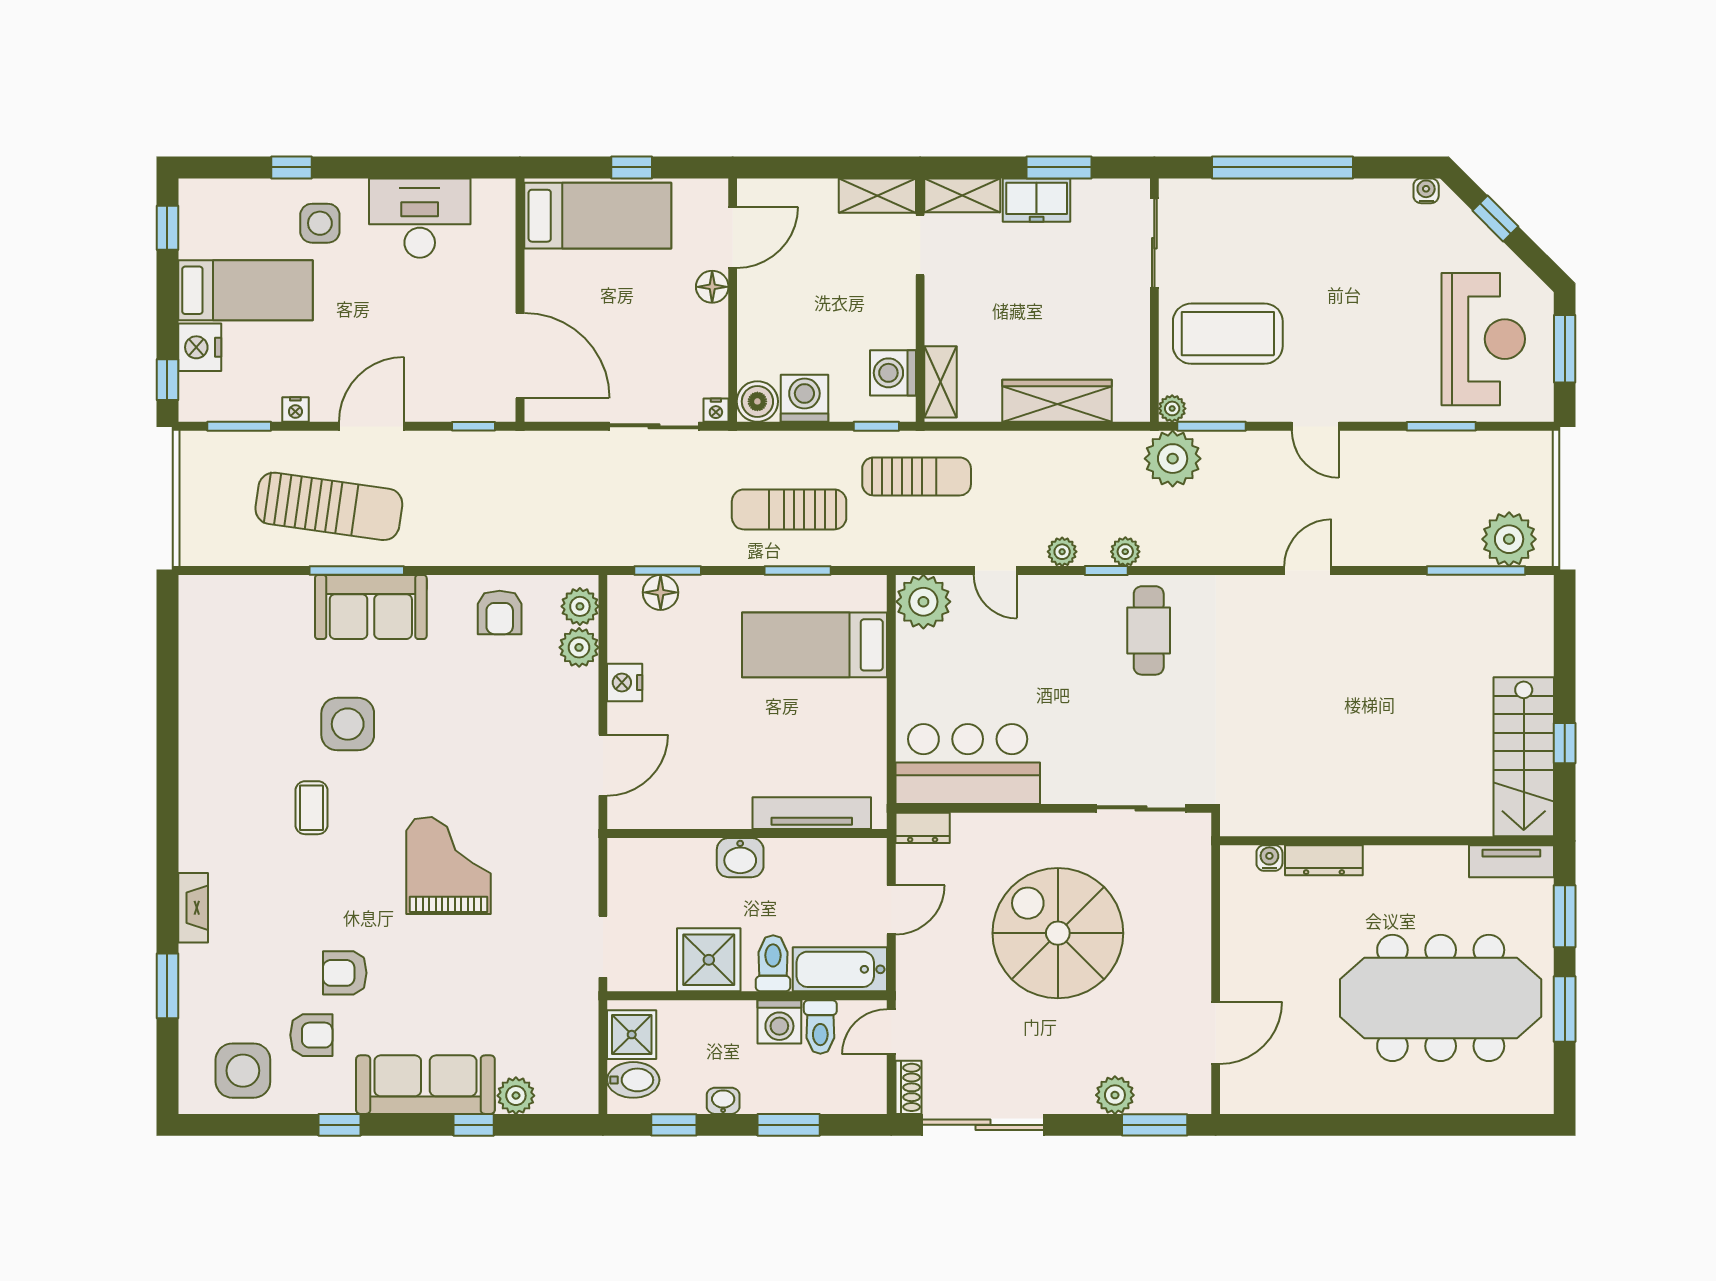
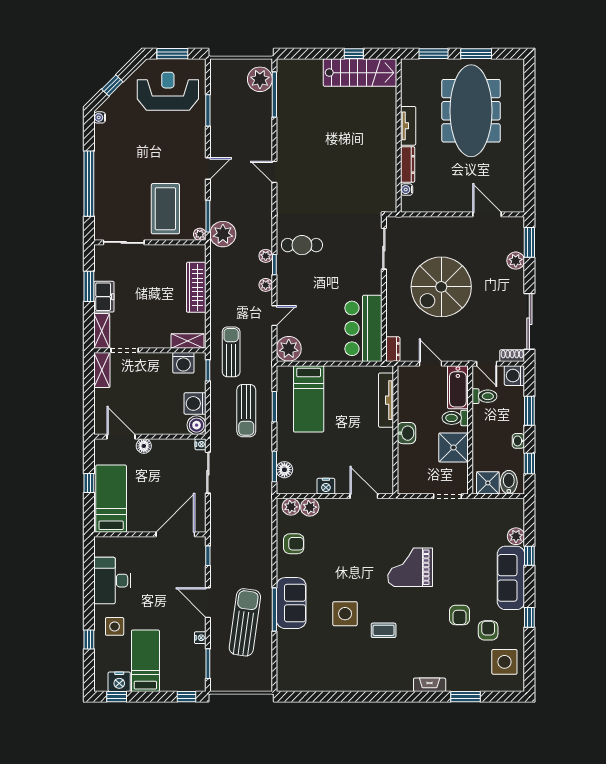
nightstand: (200, 347) -> (119, 682), moved
tv unit: (1511, 861) -> (408, 126), moved
washing machine: (779, 1022) -> (514, 376), moved, turned 180

